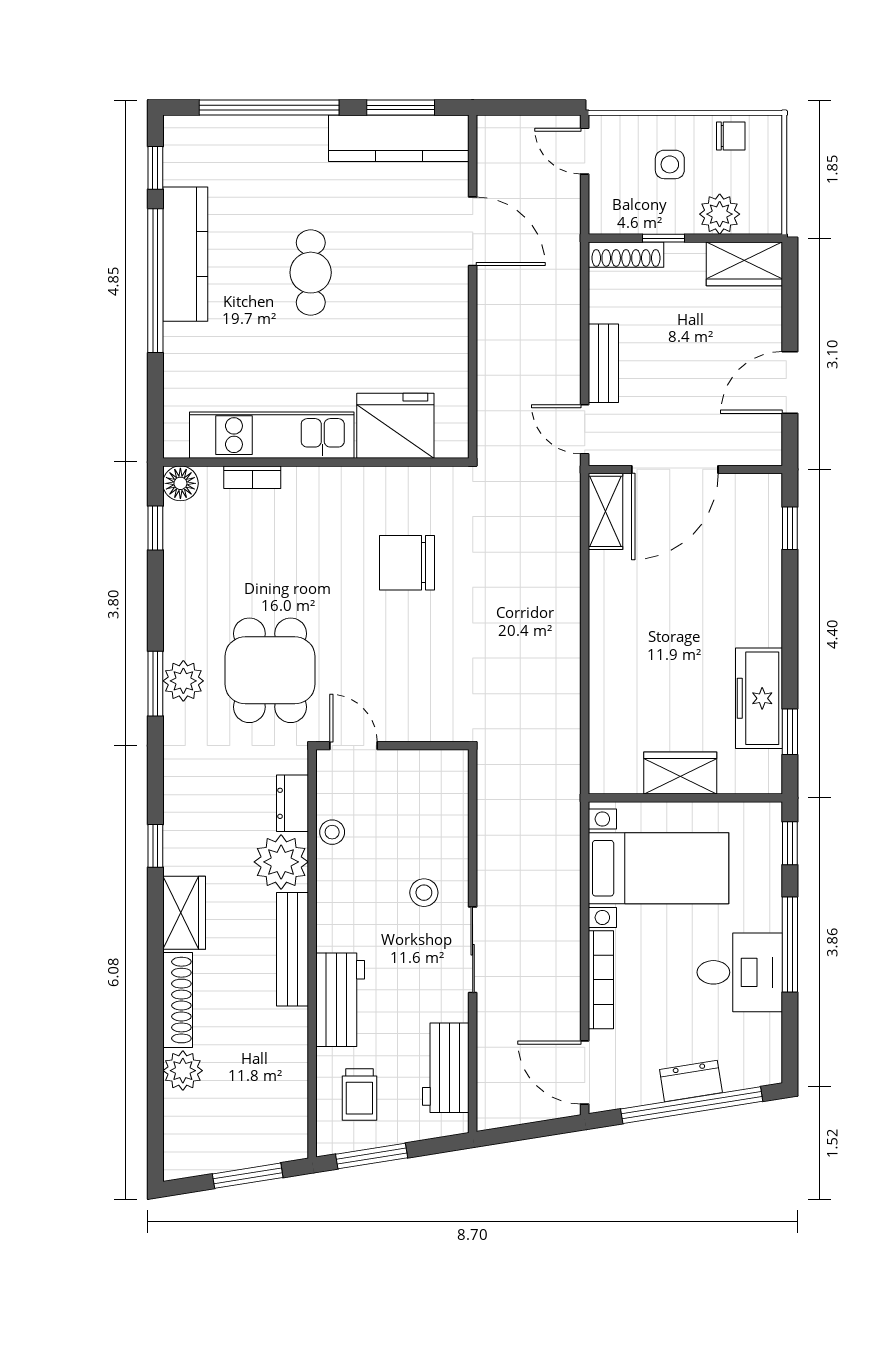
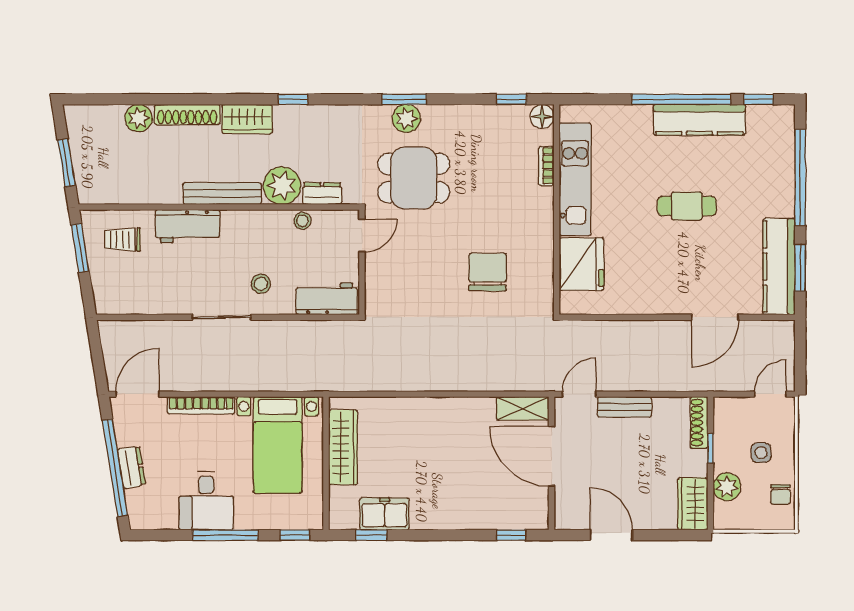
freezer: (759, 698) -> (384, 514), width x0.71
wardrobe: (680, 773) -> (343, 447), width x1.50
workbench: (446, 1068) -> (327, 299), moved

